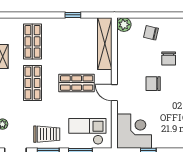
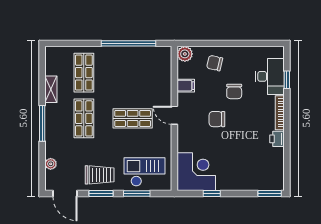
window: (73, 15) -> (128, 43), width x3.17
shelving: (105, 44) -> (164, 75), removed
filing cabinet: (125, 53) -> (186, 86), added
door: (114, 93) -> (174, 115), moved

